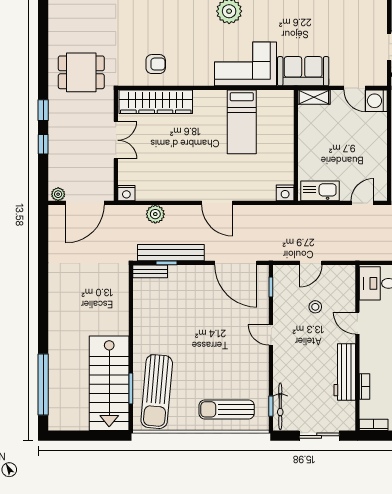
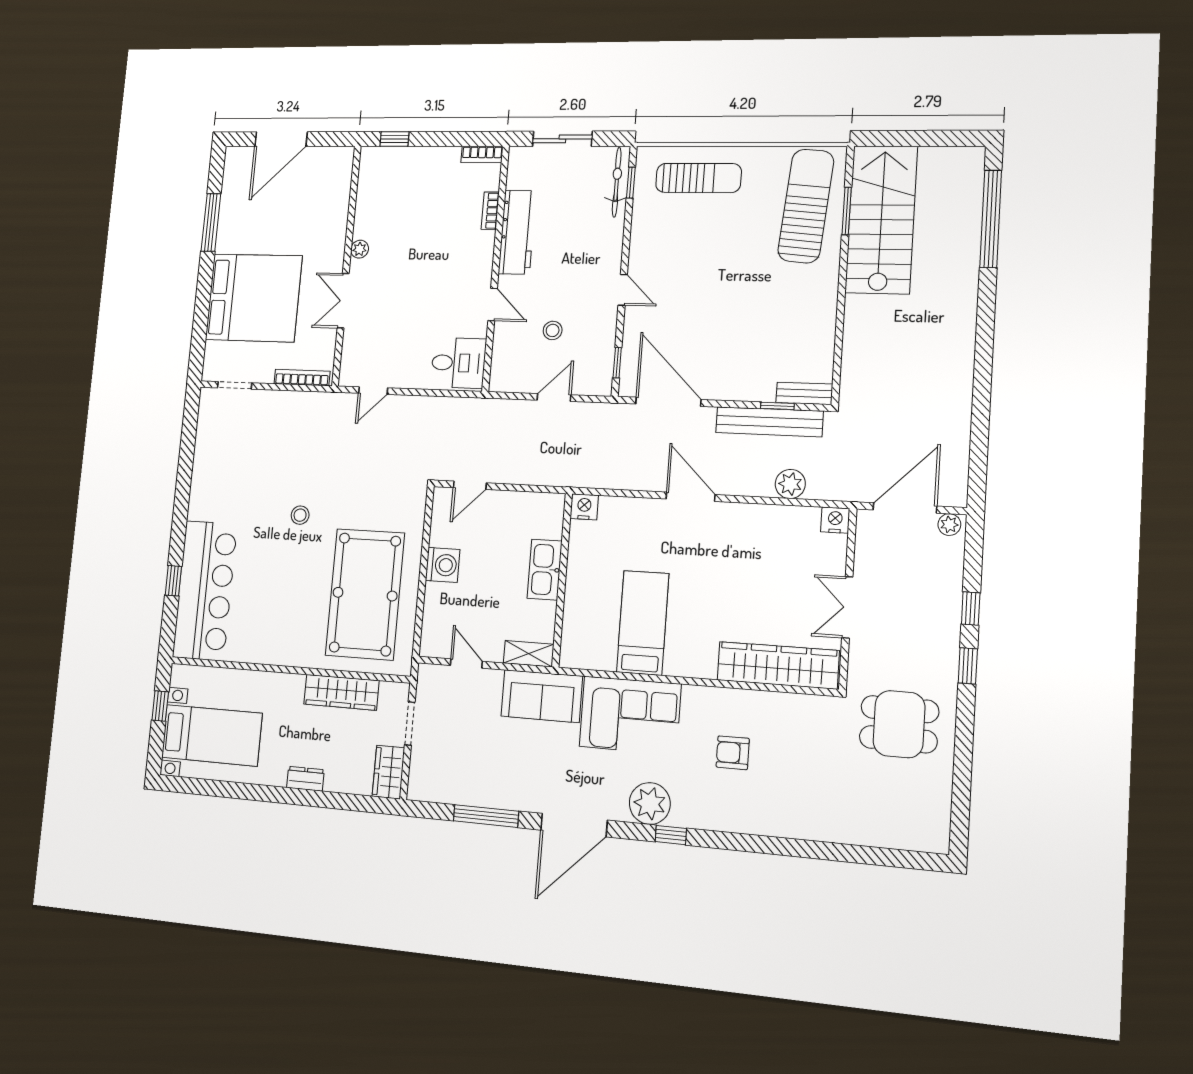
armchair: (156, 64) -> (733, 753), moved
washing machine: (376, 101) -> (443, 565), moved
kitchen sink: (320, 191) -> (545, 570), moved, turned 90

